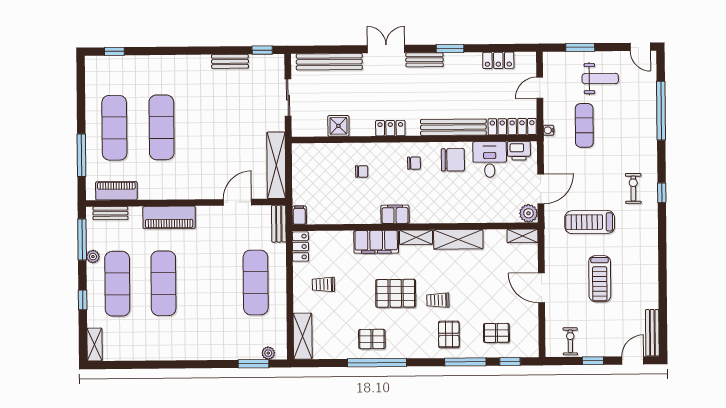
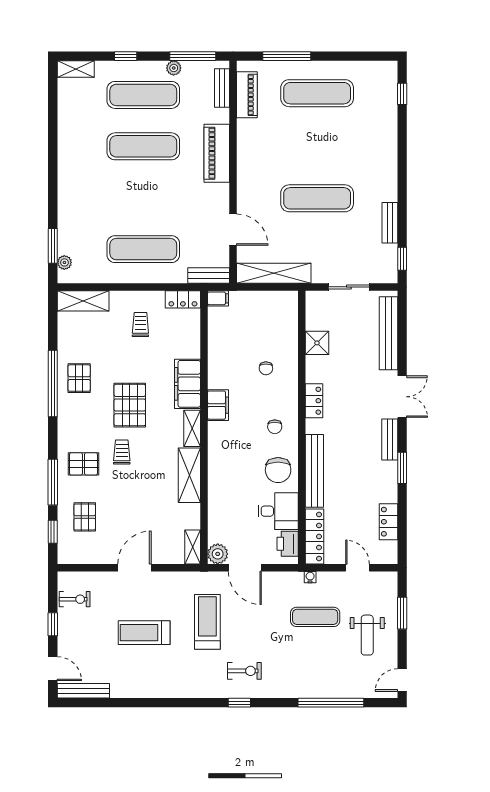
exercise mat: (162, 127) -> (317, 198), moved

